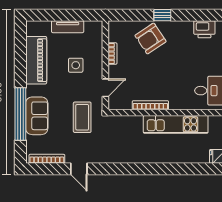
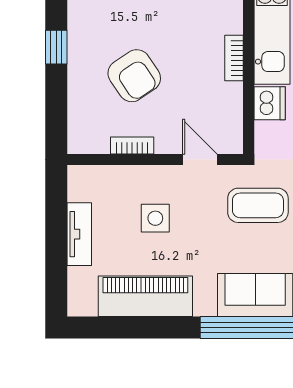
armchair: (150, 39) -> (134, 76), moved
bookcase: (150, 105) -> (234, 58), width x0.64
dishwasher: (134, 123) -> (270, 103), added

